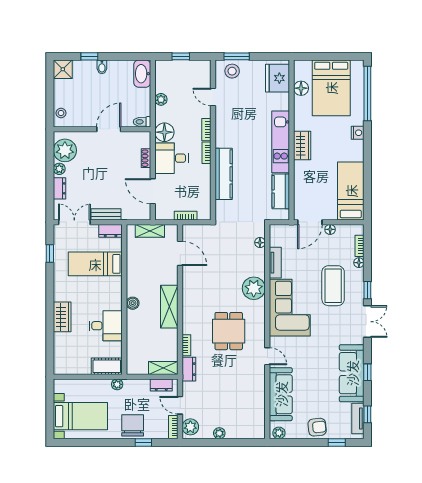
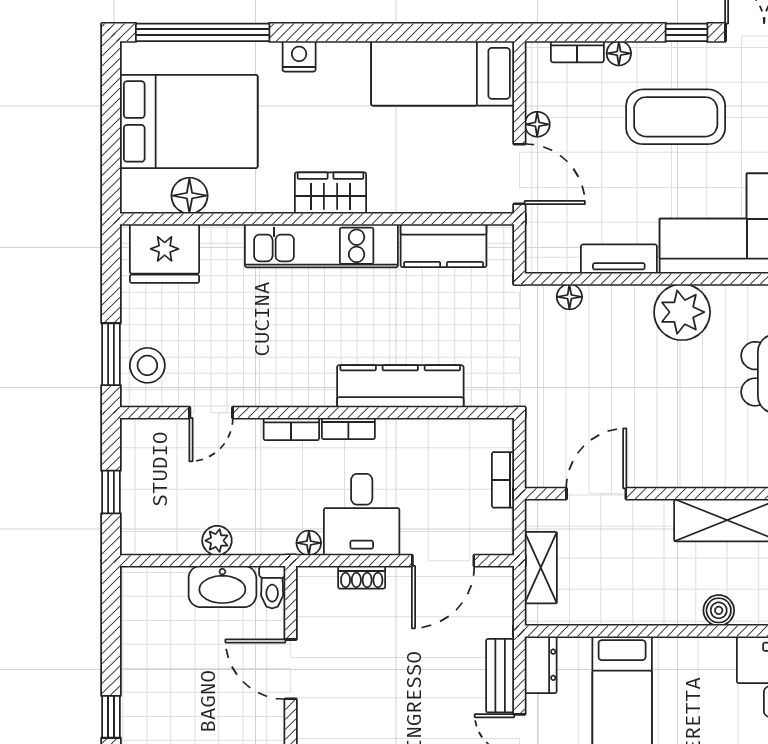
bidet: (102, 67) -> (137, 686), removed
washbasin: (142, 74) -> (222, 587), moved
floor lamp: (164, 132) -> (309, 543), width x0.53, depth x0.53

